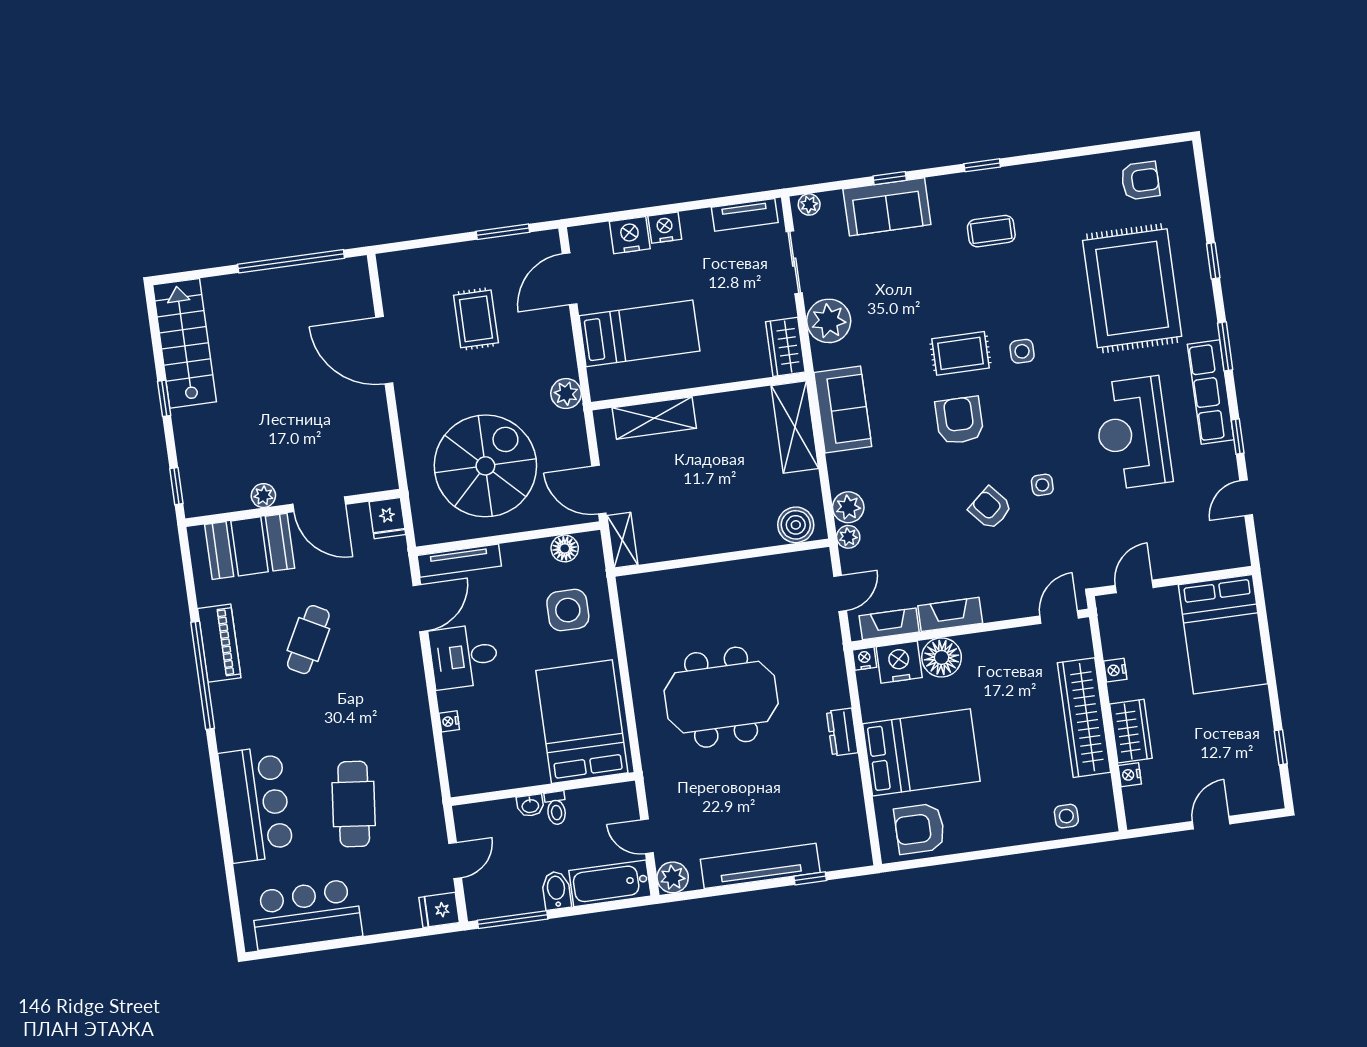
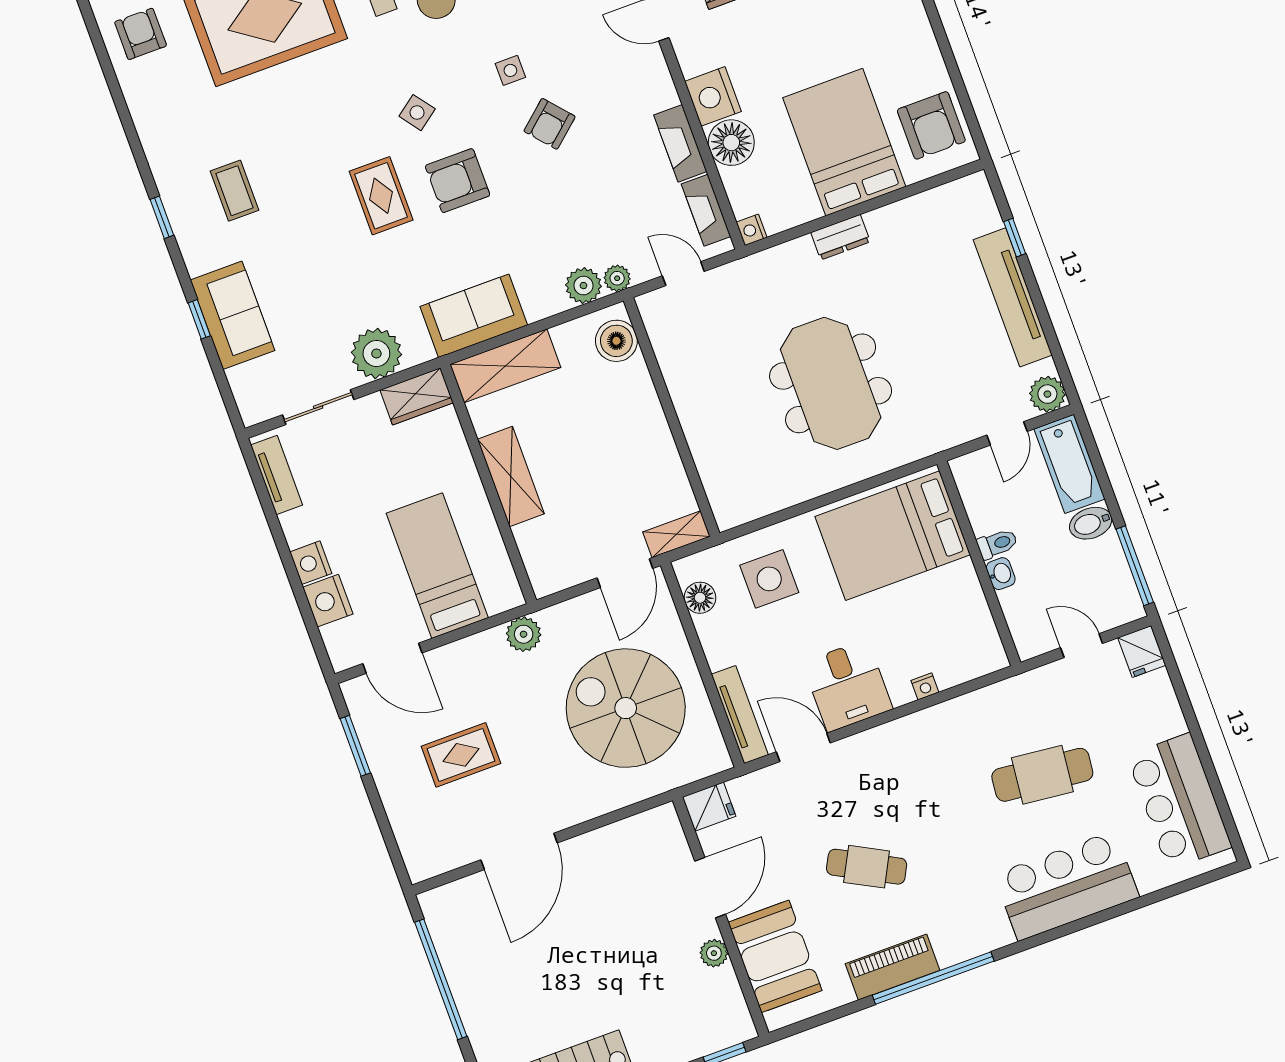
plant: (809, 204) -> (249, 404), removed
side table: (1022, 351) -> (417, 113), moved, turned -37
shelving: (654, 418) -> (511, 477), moved
nightstand: (899, 662) -> (713, 96), moved

